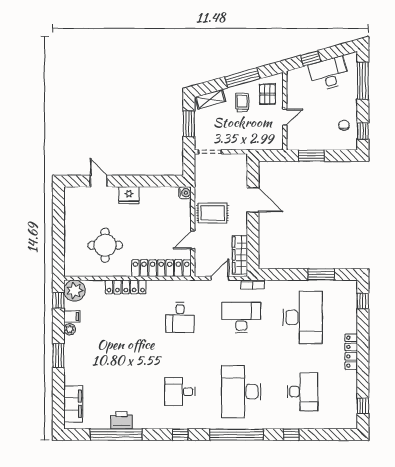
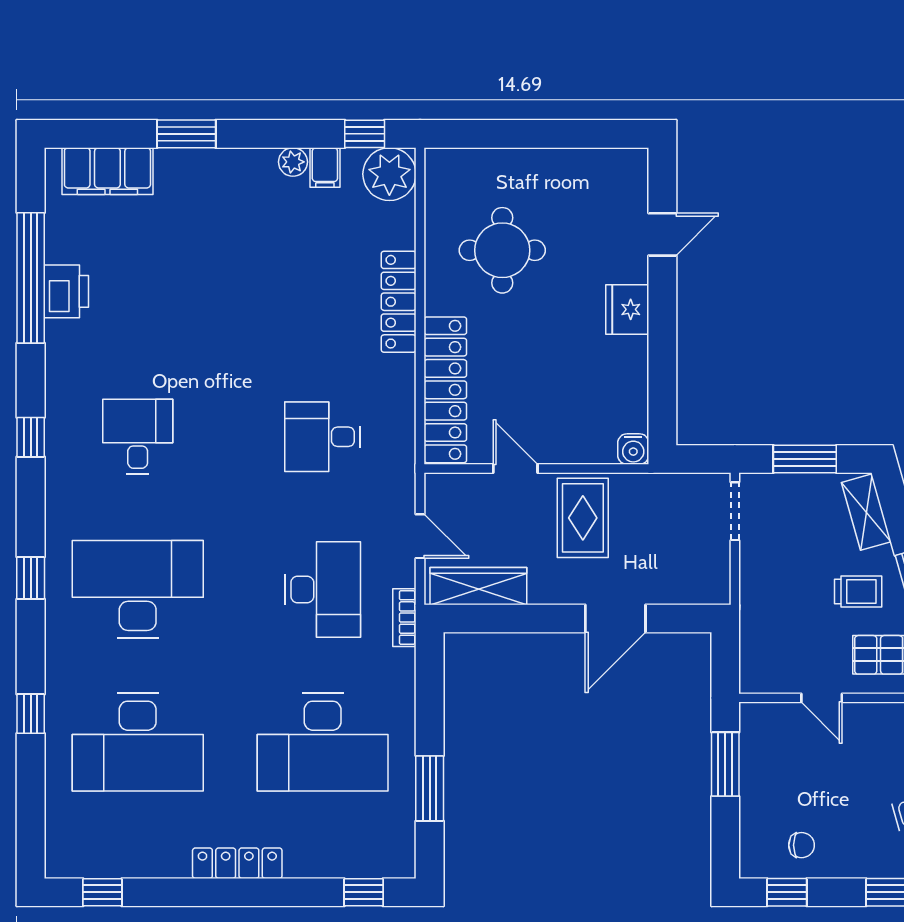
window: (58, 355) -> (186, 134), moved
desk: (303, 392) -> (138, 742), width x1.36, depth x1.30
window: (237, 435) -> (31, 578), width x0.32

